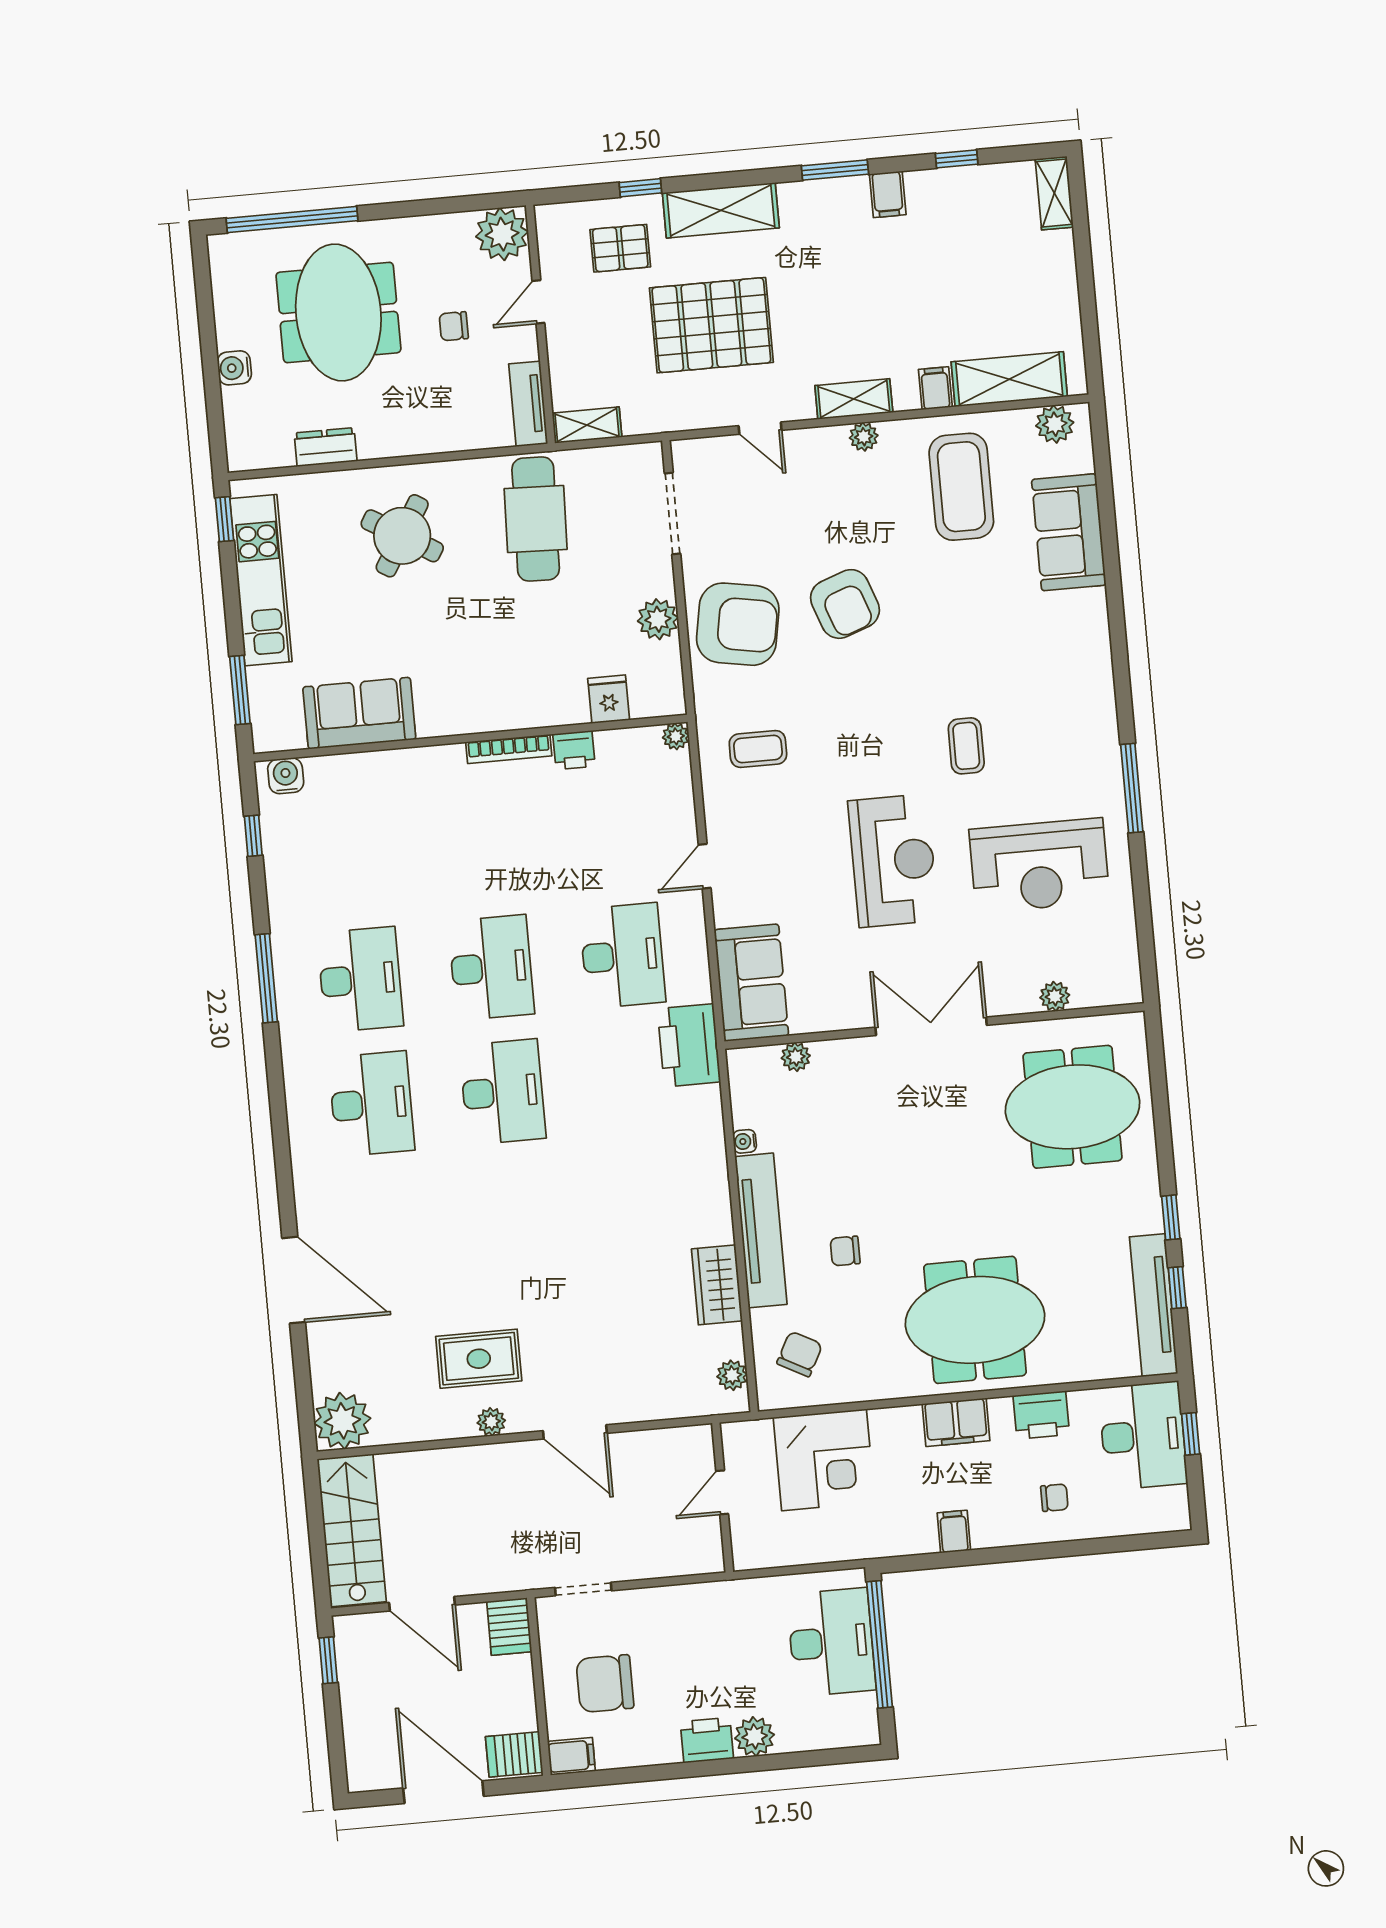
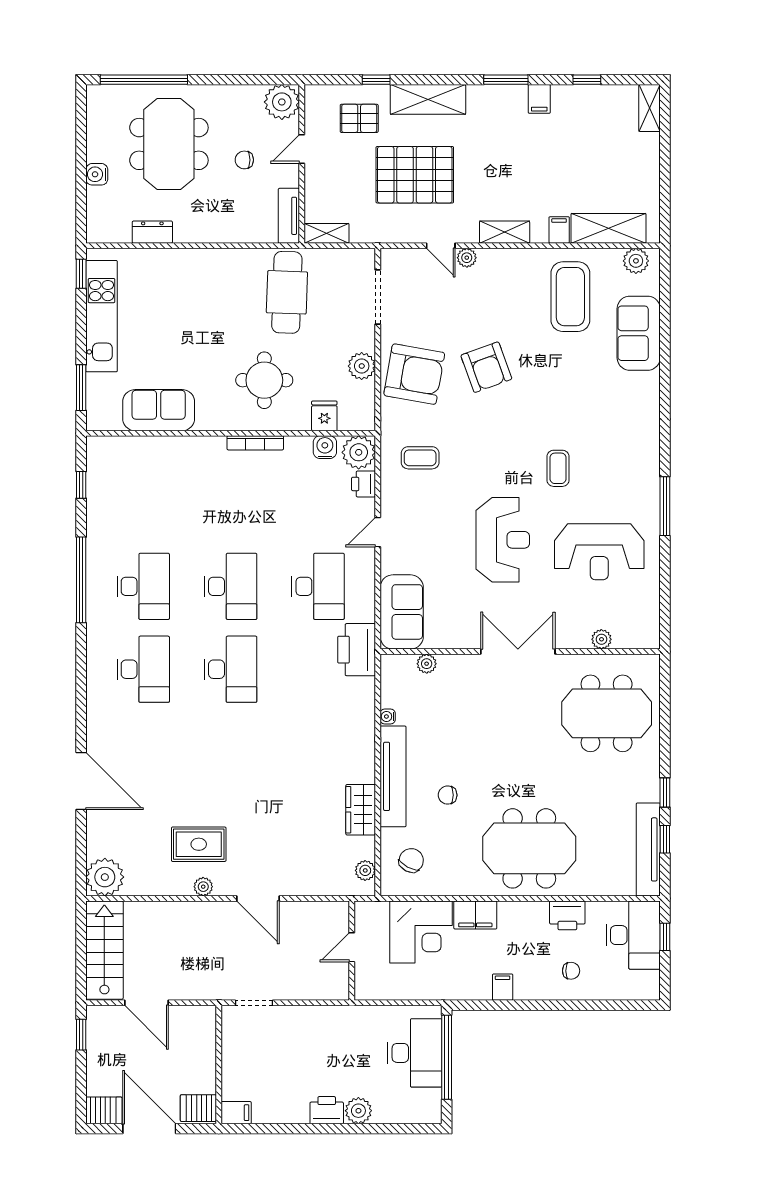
plant: (864, 437) -> (467, 258), moved
round table: (402, 536) -> (264, 380), moved, turned -31
plant: (676, 736) -> (359, 452), width x1.88, depth x1.88
printer: (574, 750) -> (363, 484), moved, turned 90
water cooler: (286, 776) -> (325, 447), moved
window: (266, 978) -> (81, 580), width x1.46
filing cabinet: (956, 1422) -> (475, 915), moved
server rack: (509, 1627) -> (104, 1110), moved, turned -90
chair: (605, 1684) -> (263, 1067), removed

